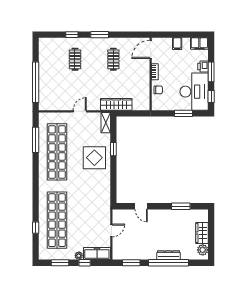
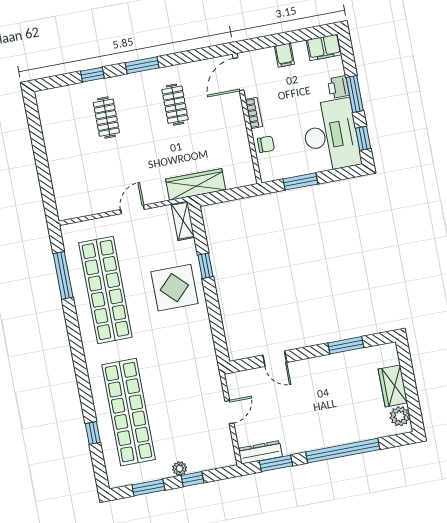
window: (36, 82) -> (44, 172), removed
window: (184, 113) -> (300, 181), moved
freezer: (97, 253) -> (211, 458), removed
dresser: (168, 255) -> (260, 452), moved

